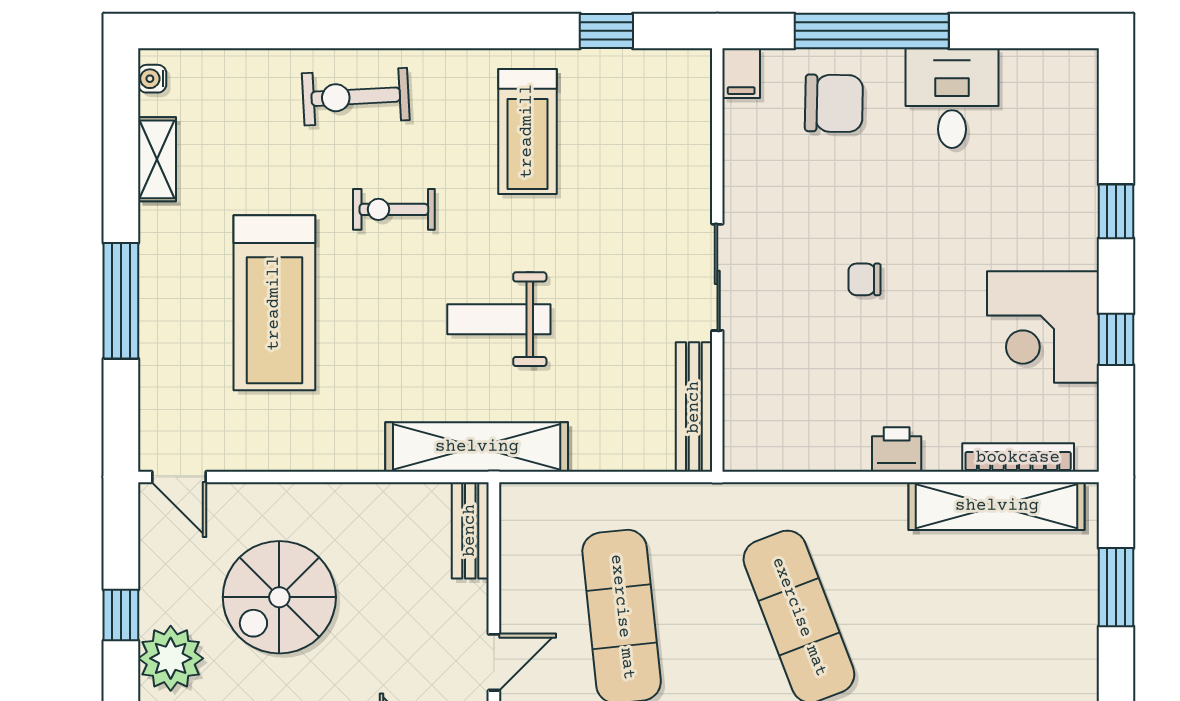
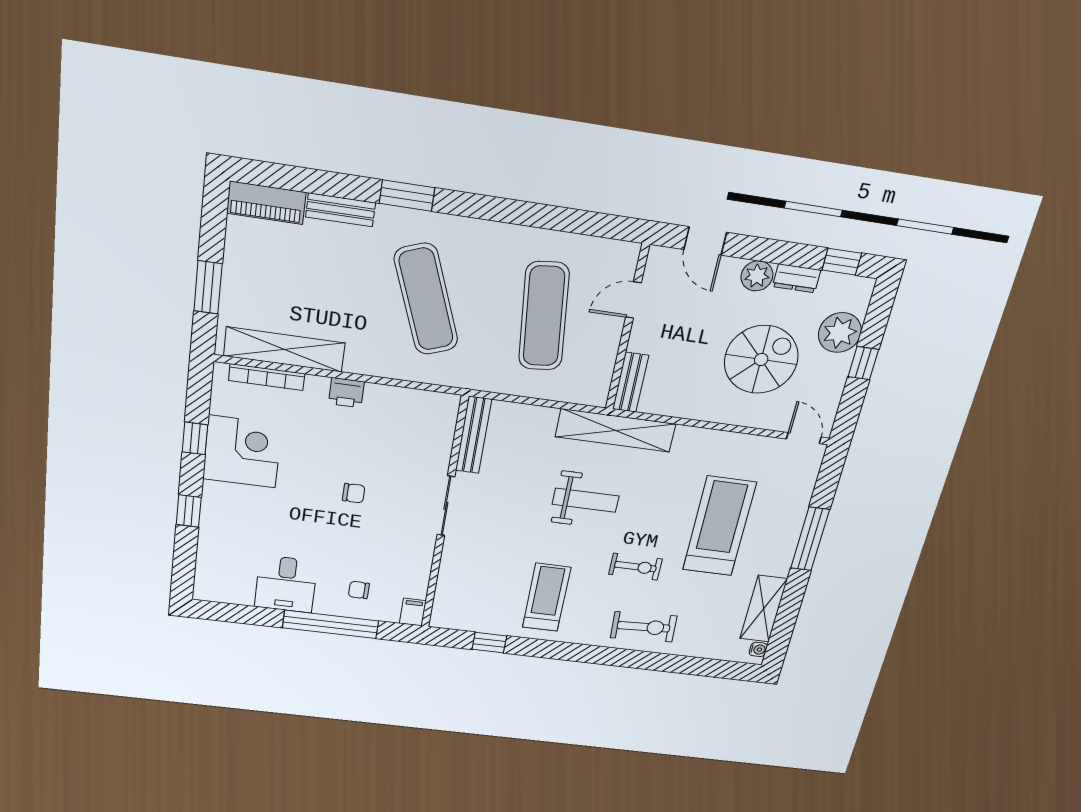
chair: (834, 103) -> (359, 590), width x0.54, depth x0.54
shelving: (157, 159) -> (764, 609), width x1.50, depth x1.33

